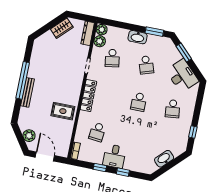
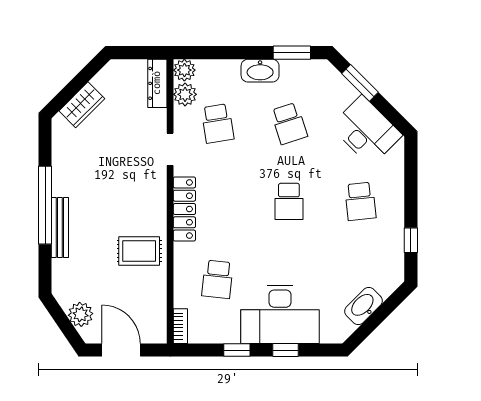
wardrobe: (62, 28) -> (82, 105), moved
desk: (114, 156) -> (280, 314), width x1.87, depth x1.30

